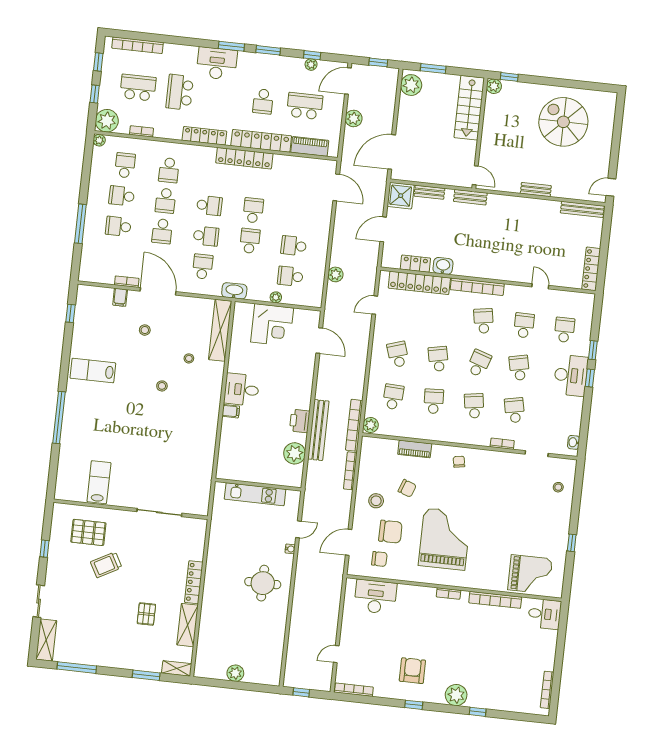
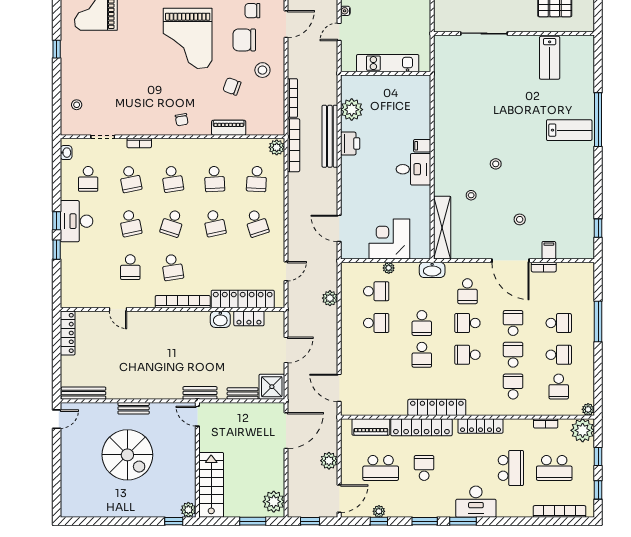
spiral stairs: (563, 122) -> (127, 455), moved
school desk: (564, 330) -> (88, 179), moved
lab bench: (93, 371) -> (569, 130), moved

